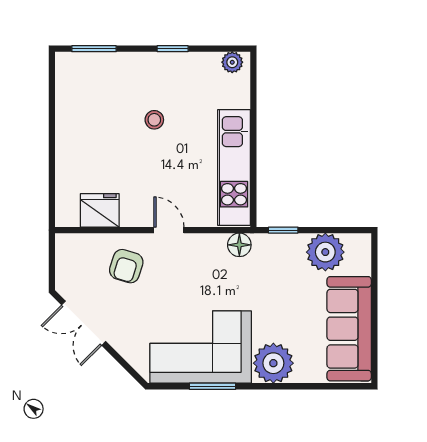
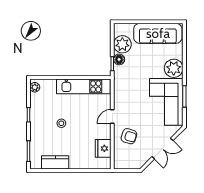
kitchen counter: (69, 106) -> (55, 162), added
floor lamp: (239, 245) -> (119, 59), moved
double door: (84, 323) -> (163, 149), moved

